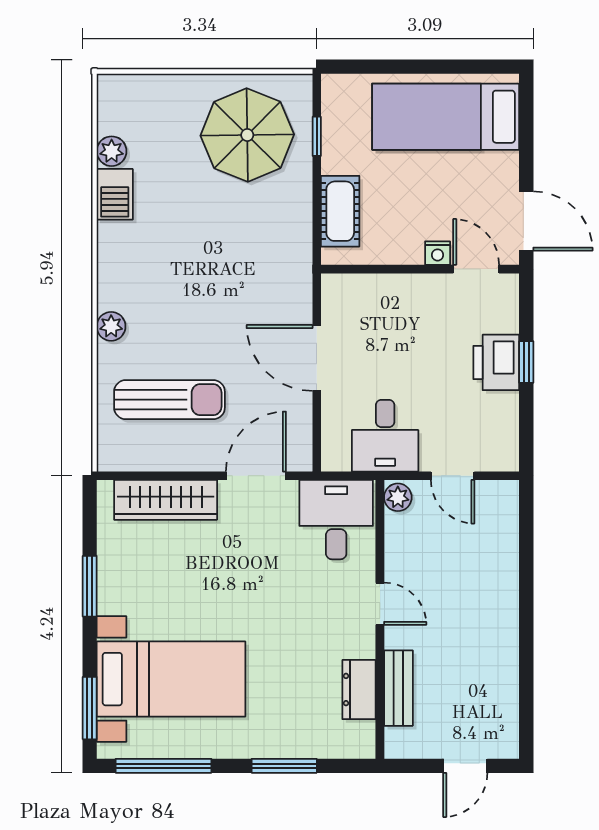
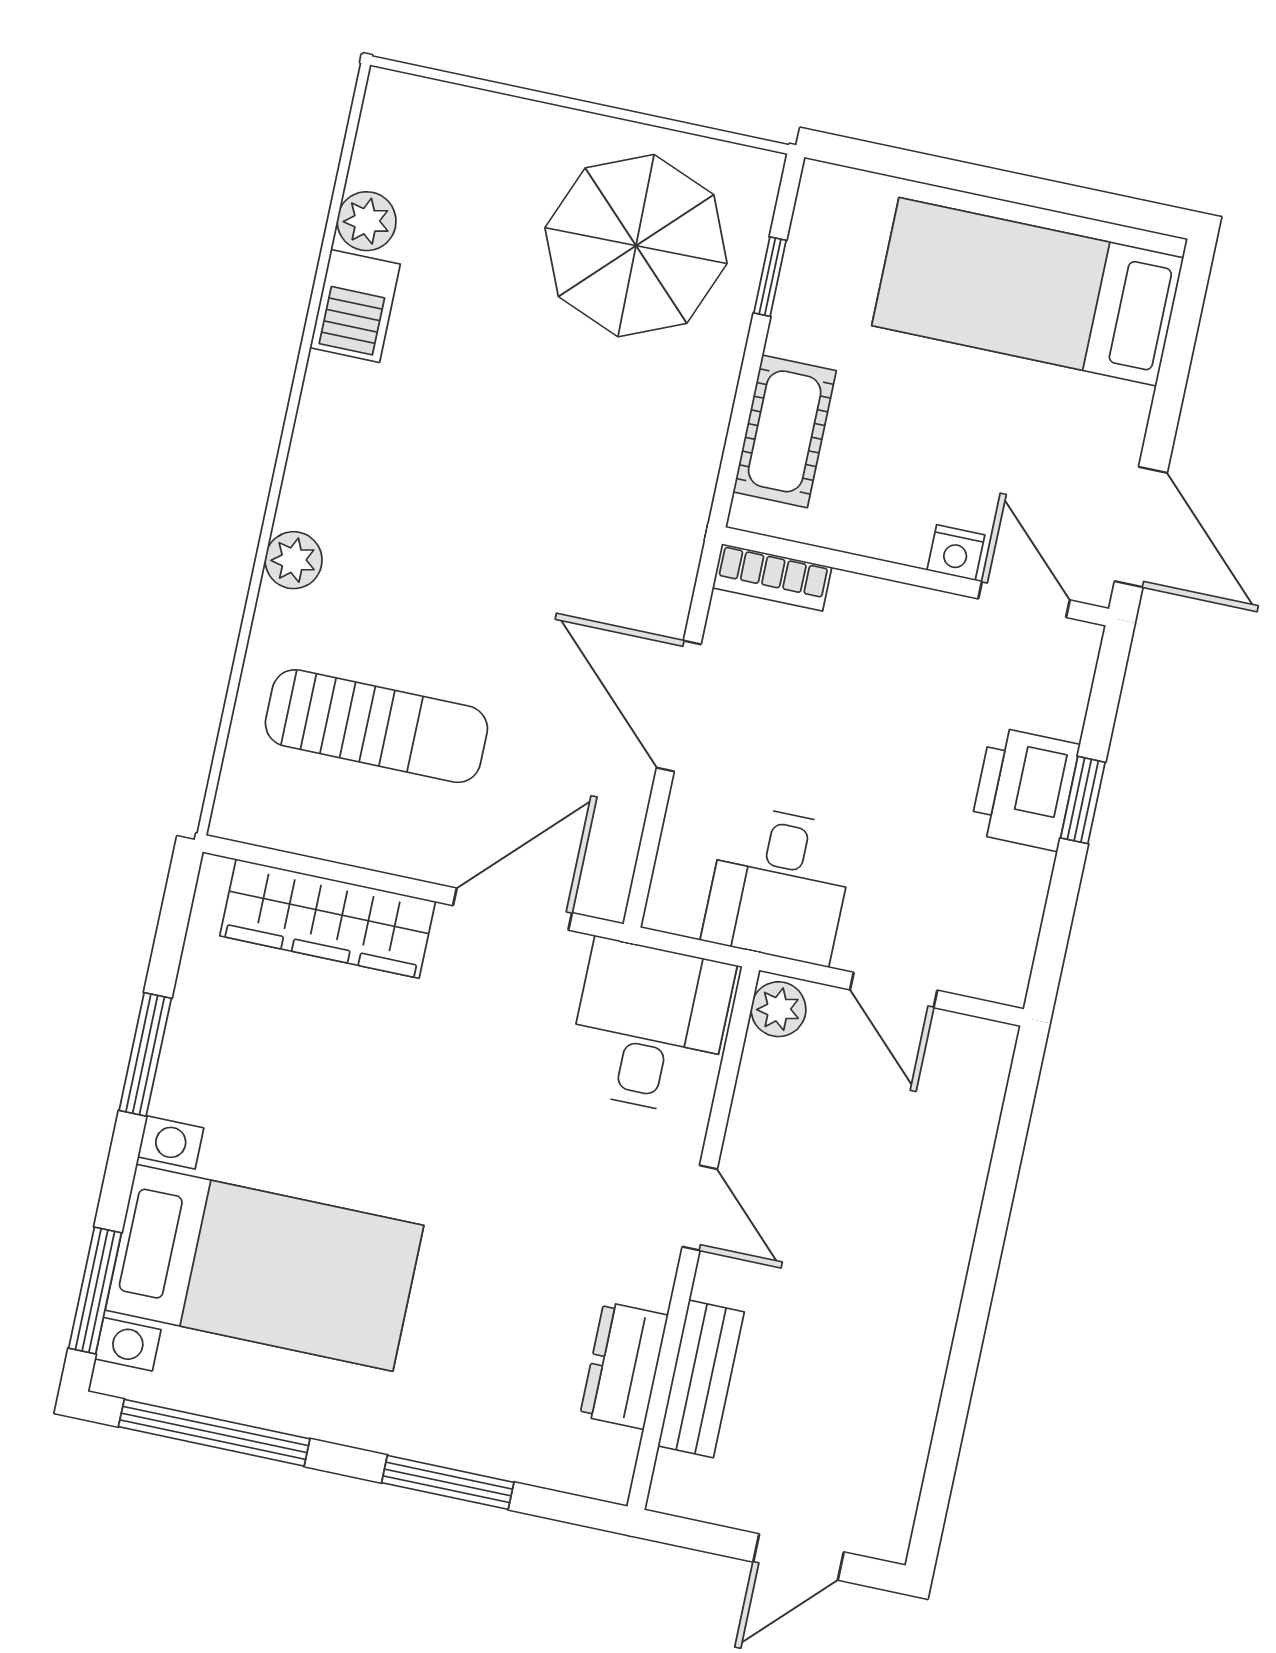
bookcase: (349, 285) -> (772, 577), added

